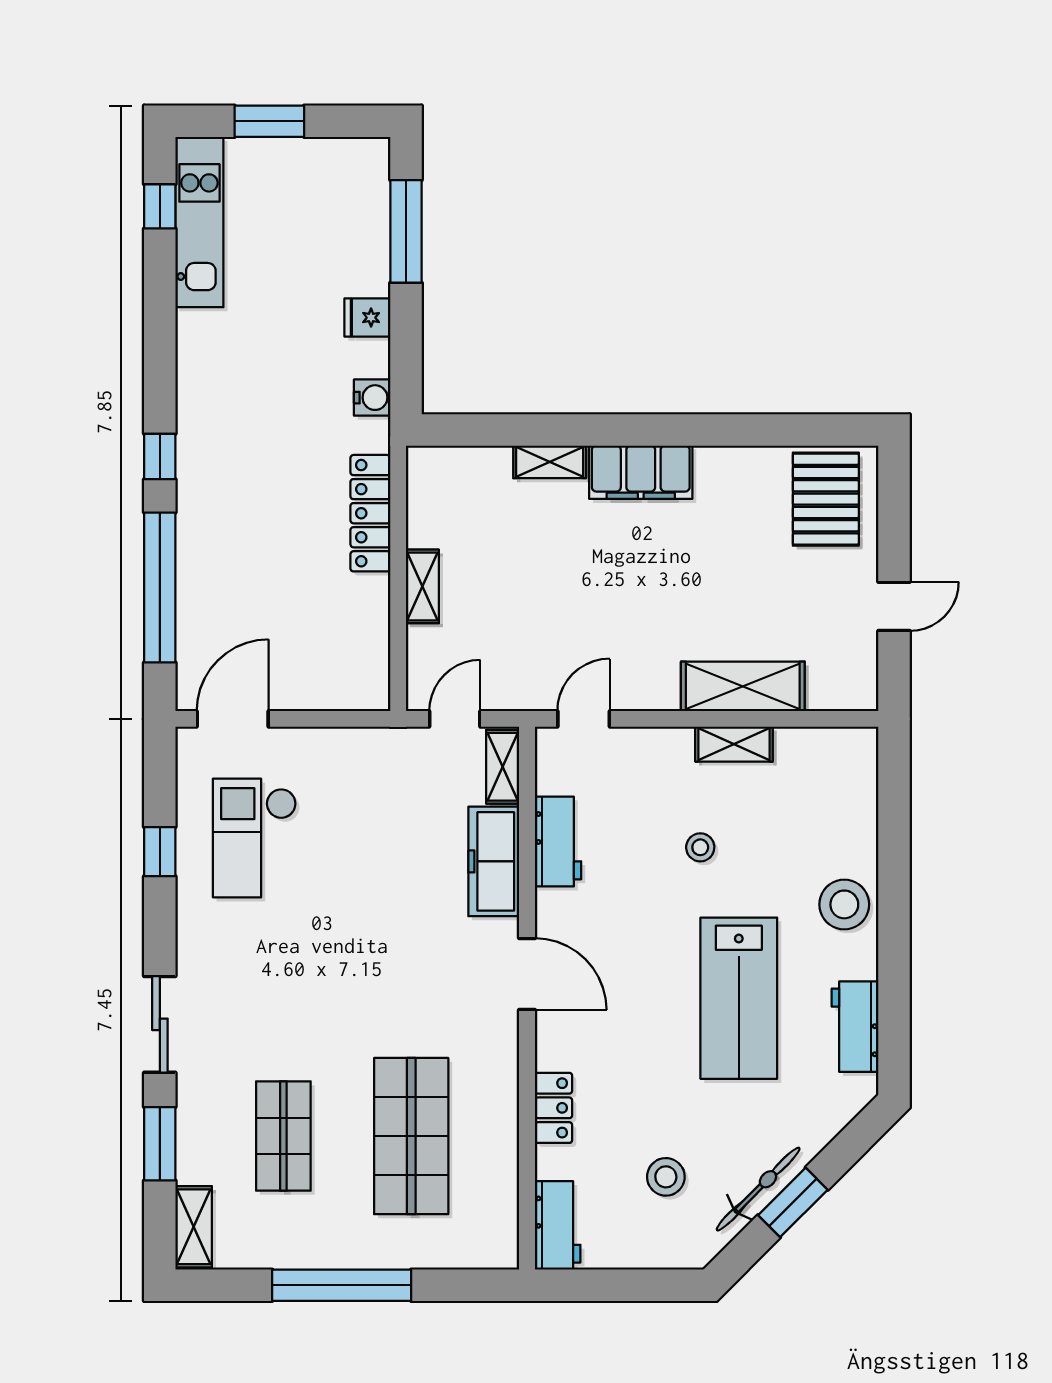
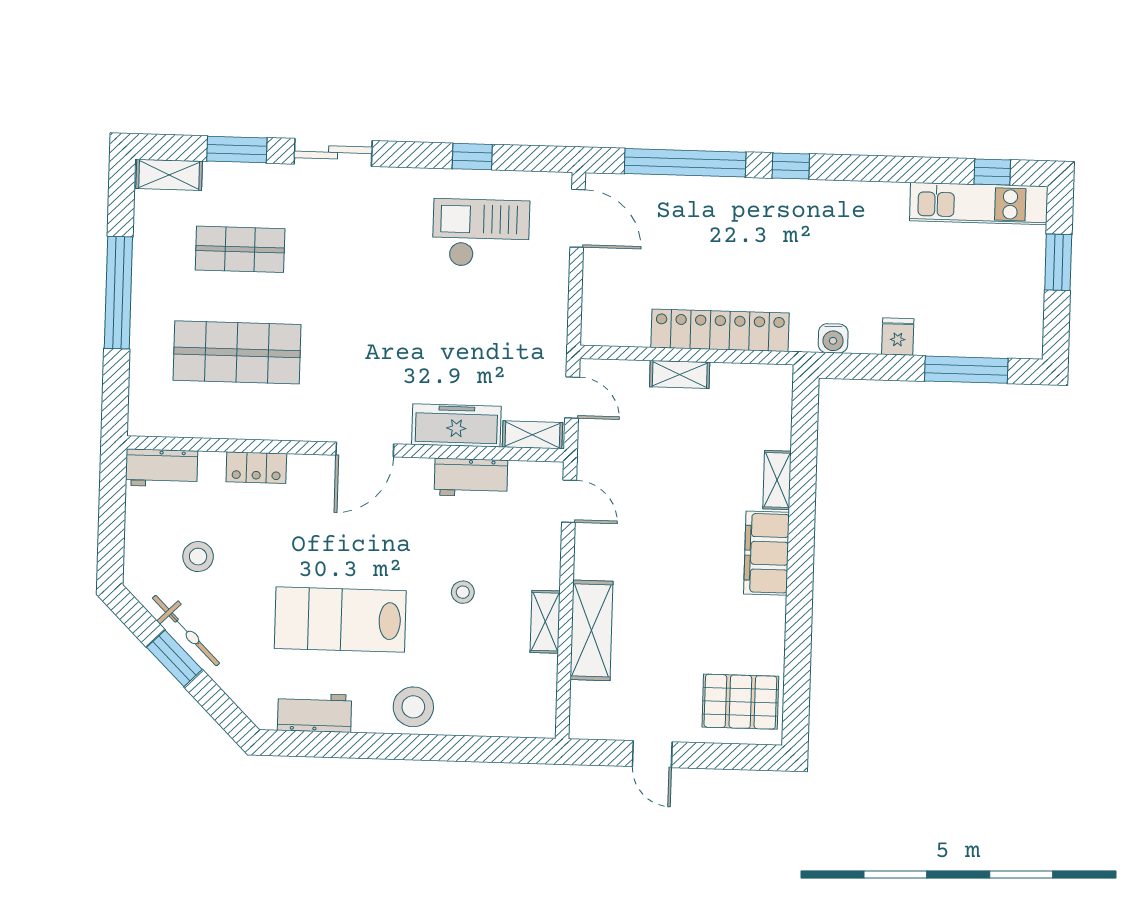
locker: (370, 513) -> (720, 330), width x1.41, depth x1.21

